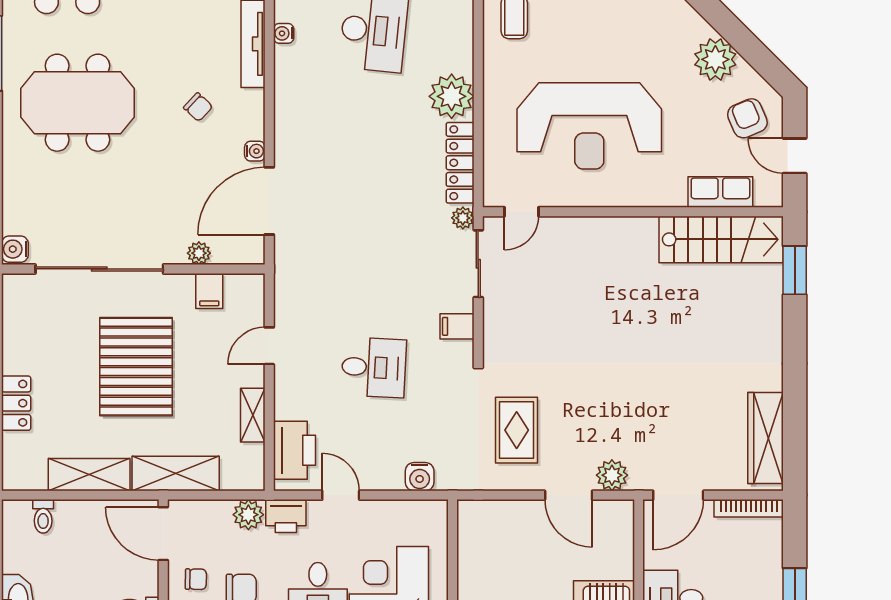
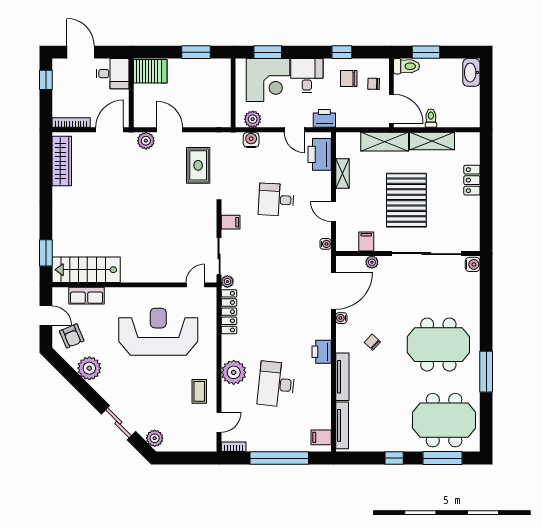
water cooler: (284, 33) -> (326, 244), moved
printer: (291, 89) -> (322, 352), added
plant: (452, 96) -> (234, 372), moved
door: (269, 346) -> (333, 212), swing flipped
plant: (248, 515) -> (253, 119), moved
toilet: (43, 516) -> (431, 118), moved

